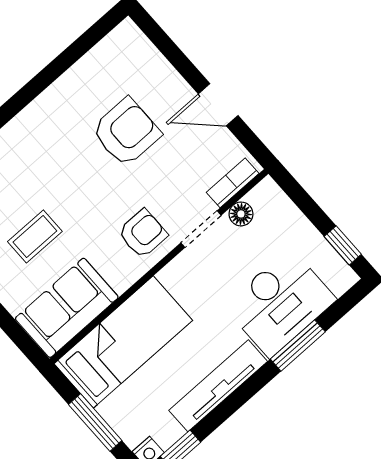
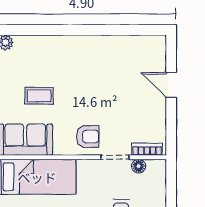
door: (218, 105) -> (171, 85), moved
armchair: (126, 132) -> (120, 85), removed

